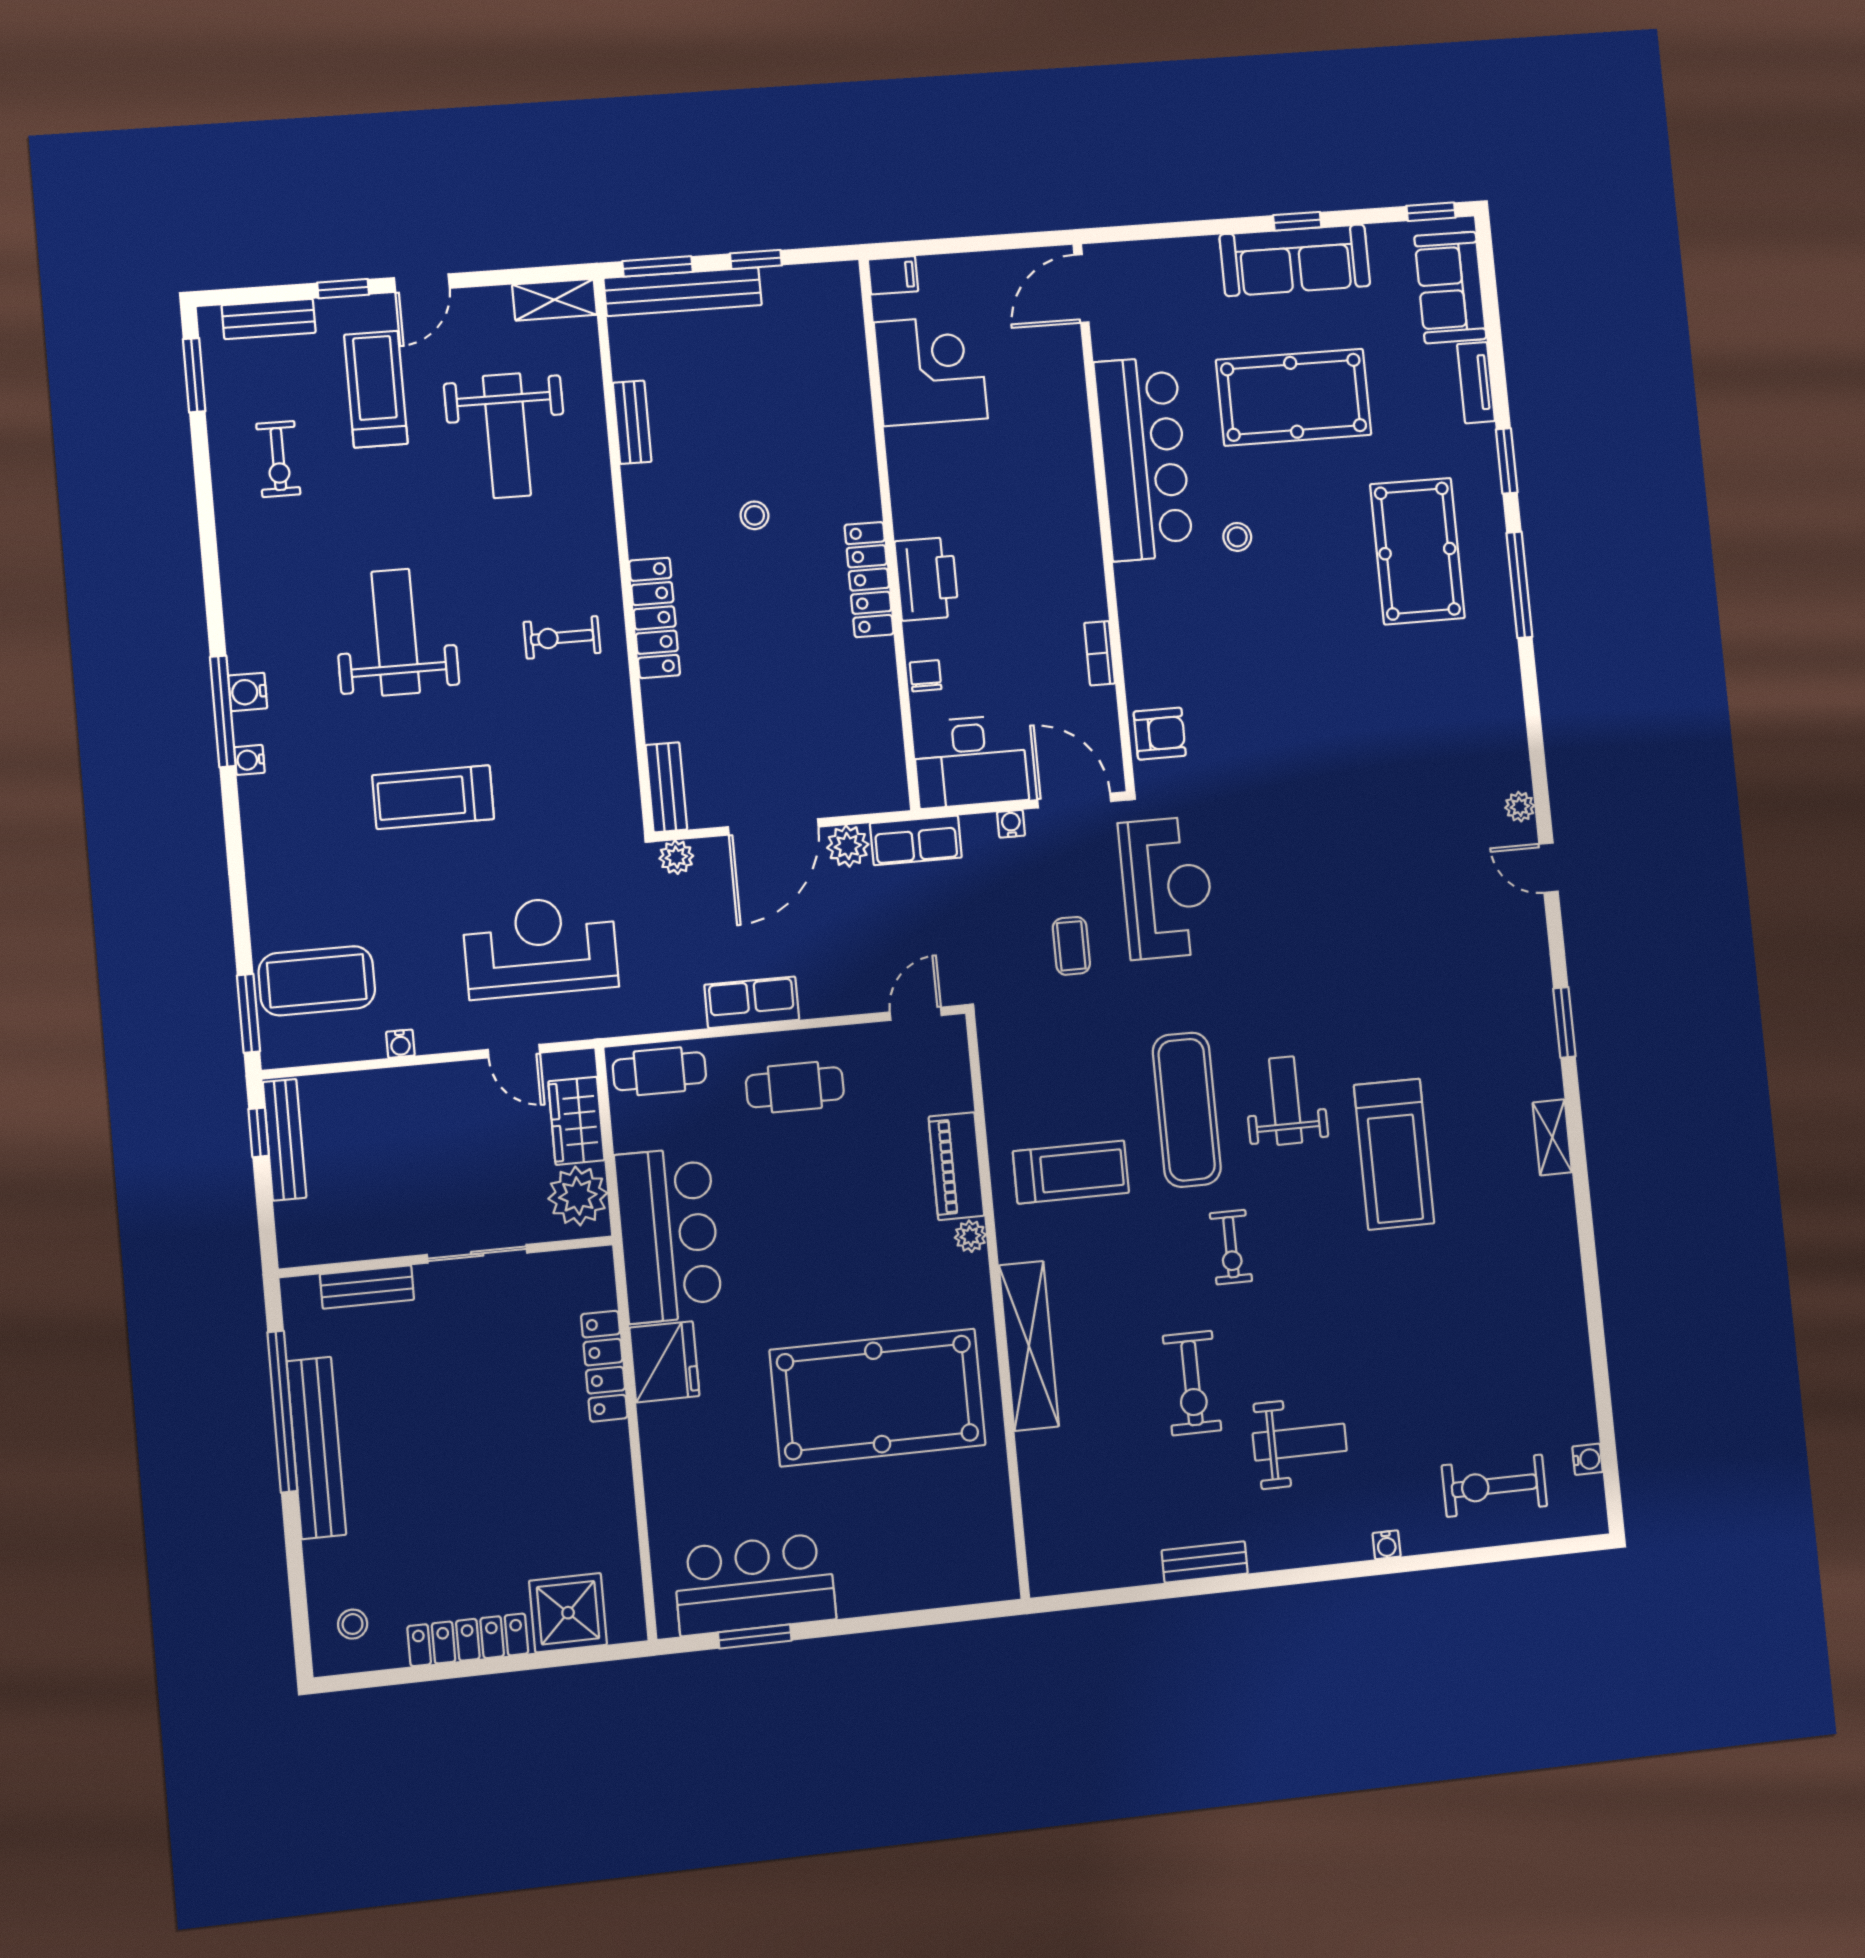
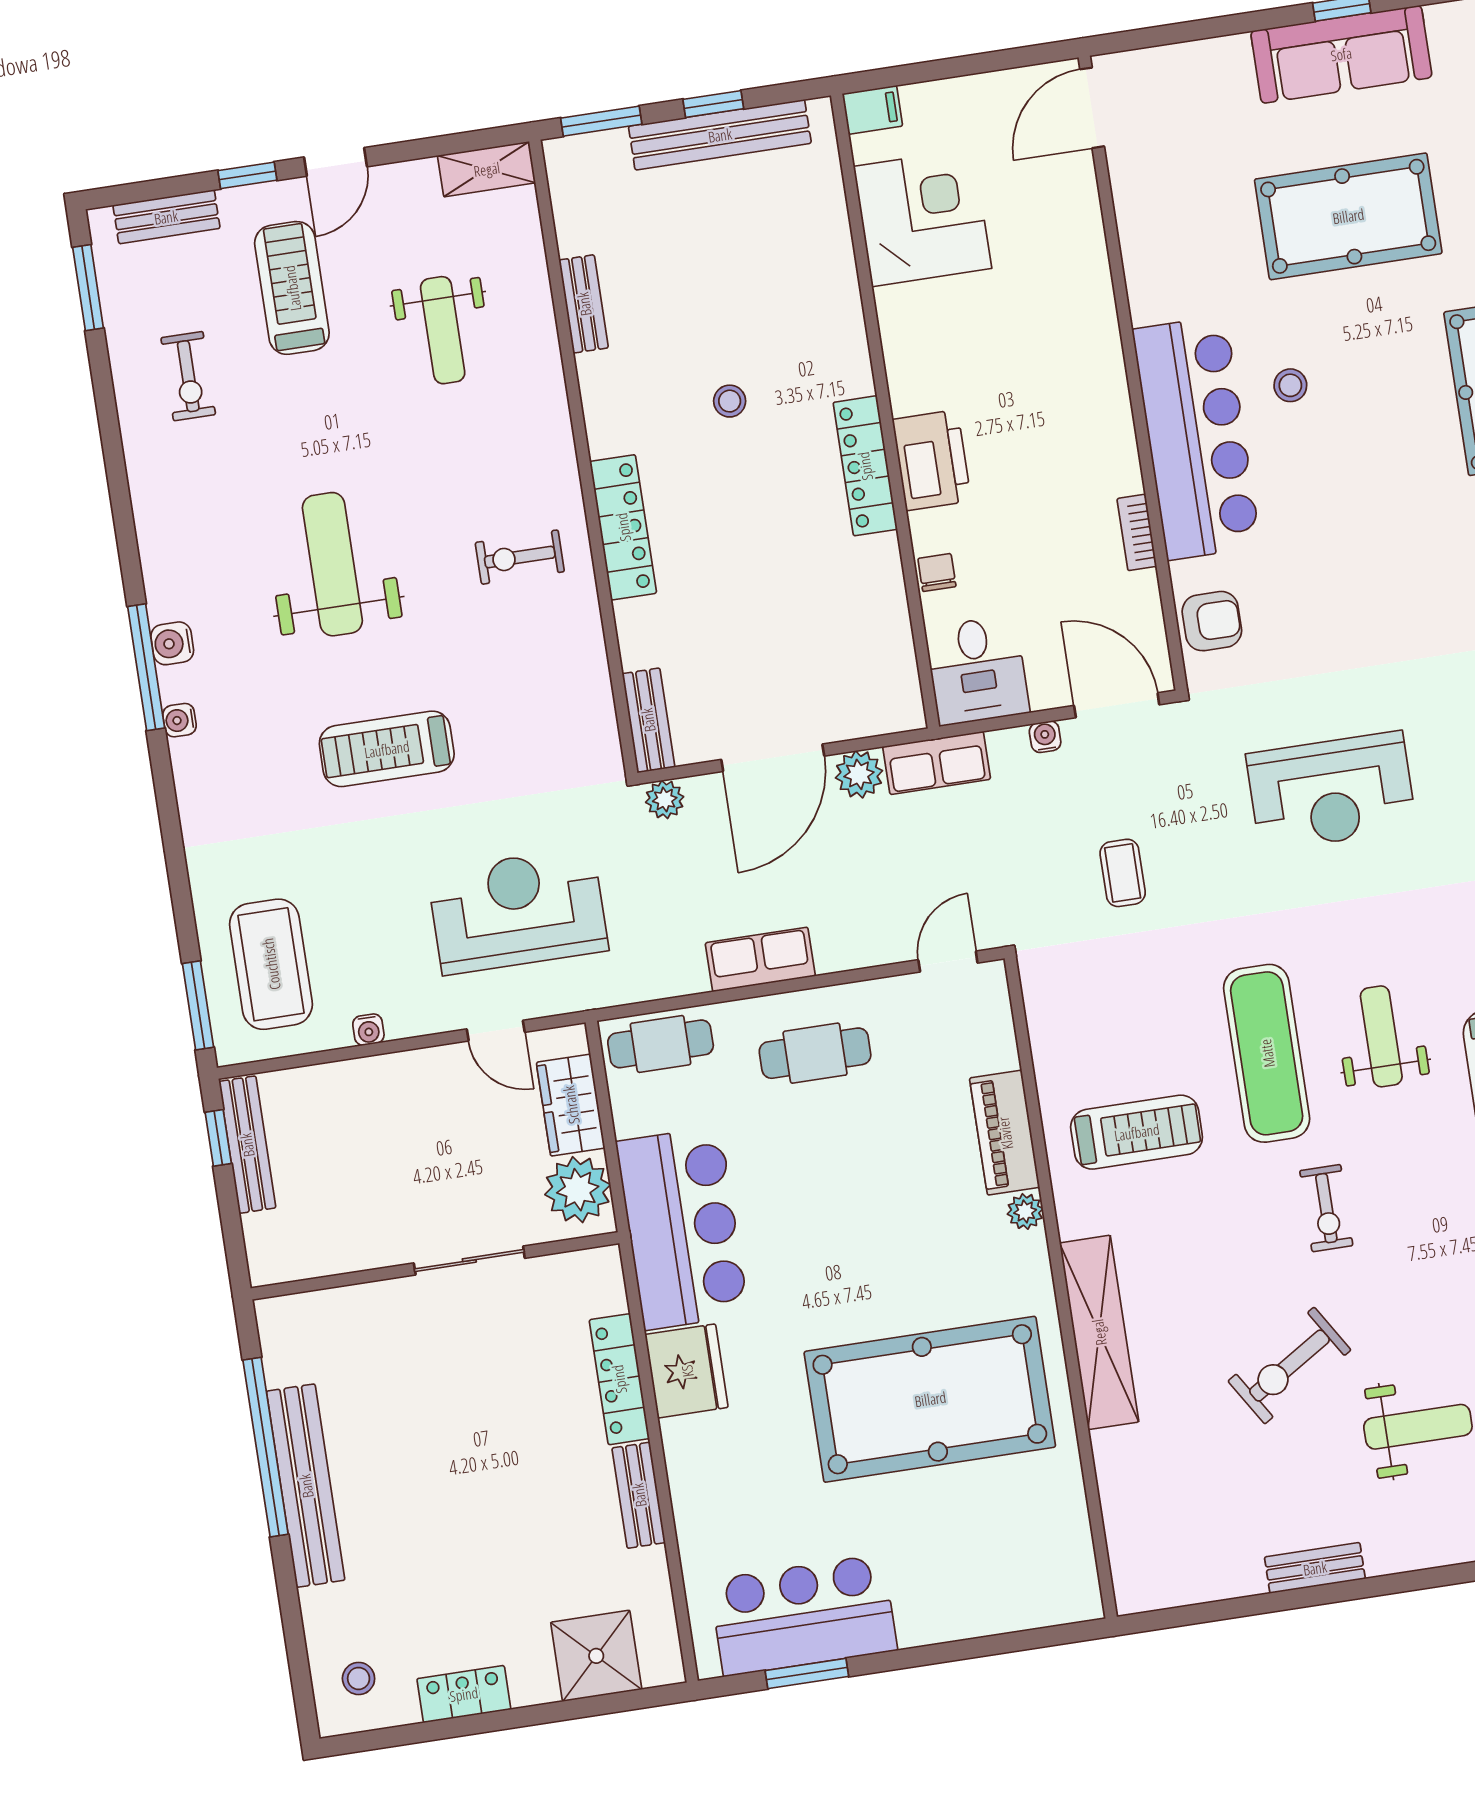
bench: (683, 292) -> (720, 135), moved
weight bench: (507, 436) -> (443, 330), width x0.73, depth x0.75
bar counter: (1144, 459) -> (1196, 438), moved
desk: (970, 761) -> (977, 670), width x0.73
reception desk: (1167, 888) -> (1331, 791), moved, turned 90
coffee table: (317, 981) -> (271, 964), turned 90
bench: (367, 1287) -> (639, 1495), moved, turned 90
exercise bike: (1192, 1383) -> (1289, 1366), turned 58
locker: (468, 1640) -> (464, 1694), width x0.66

